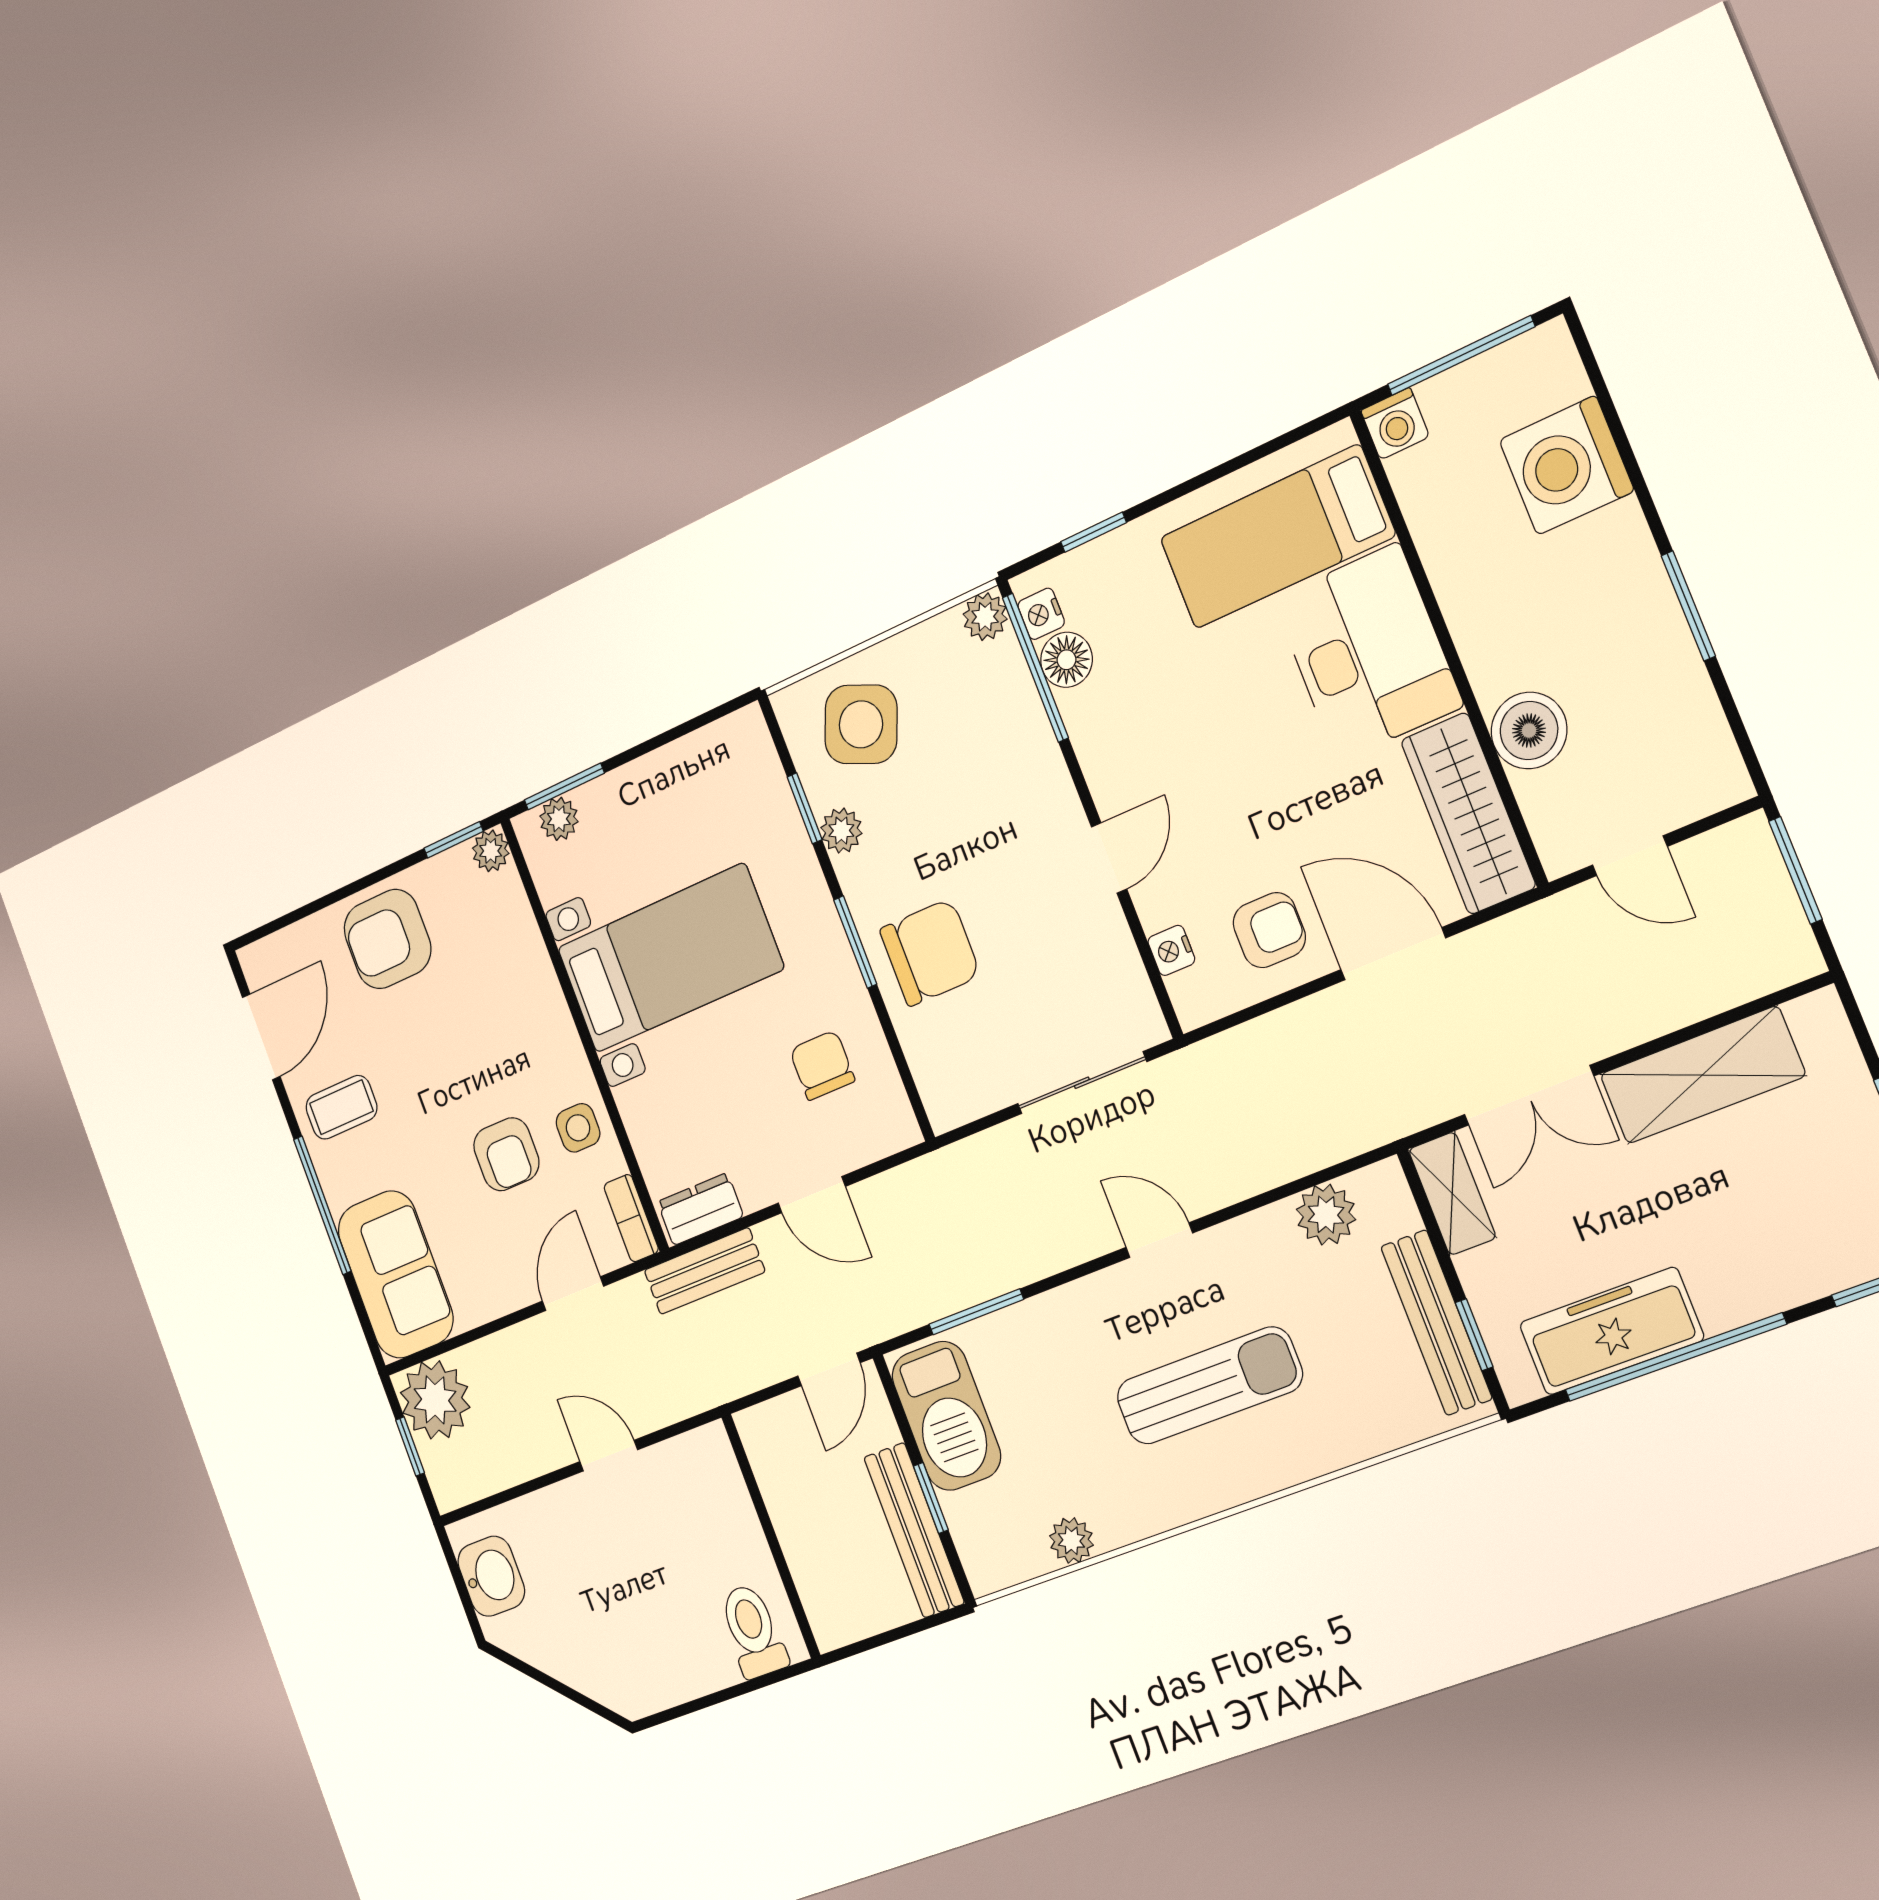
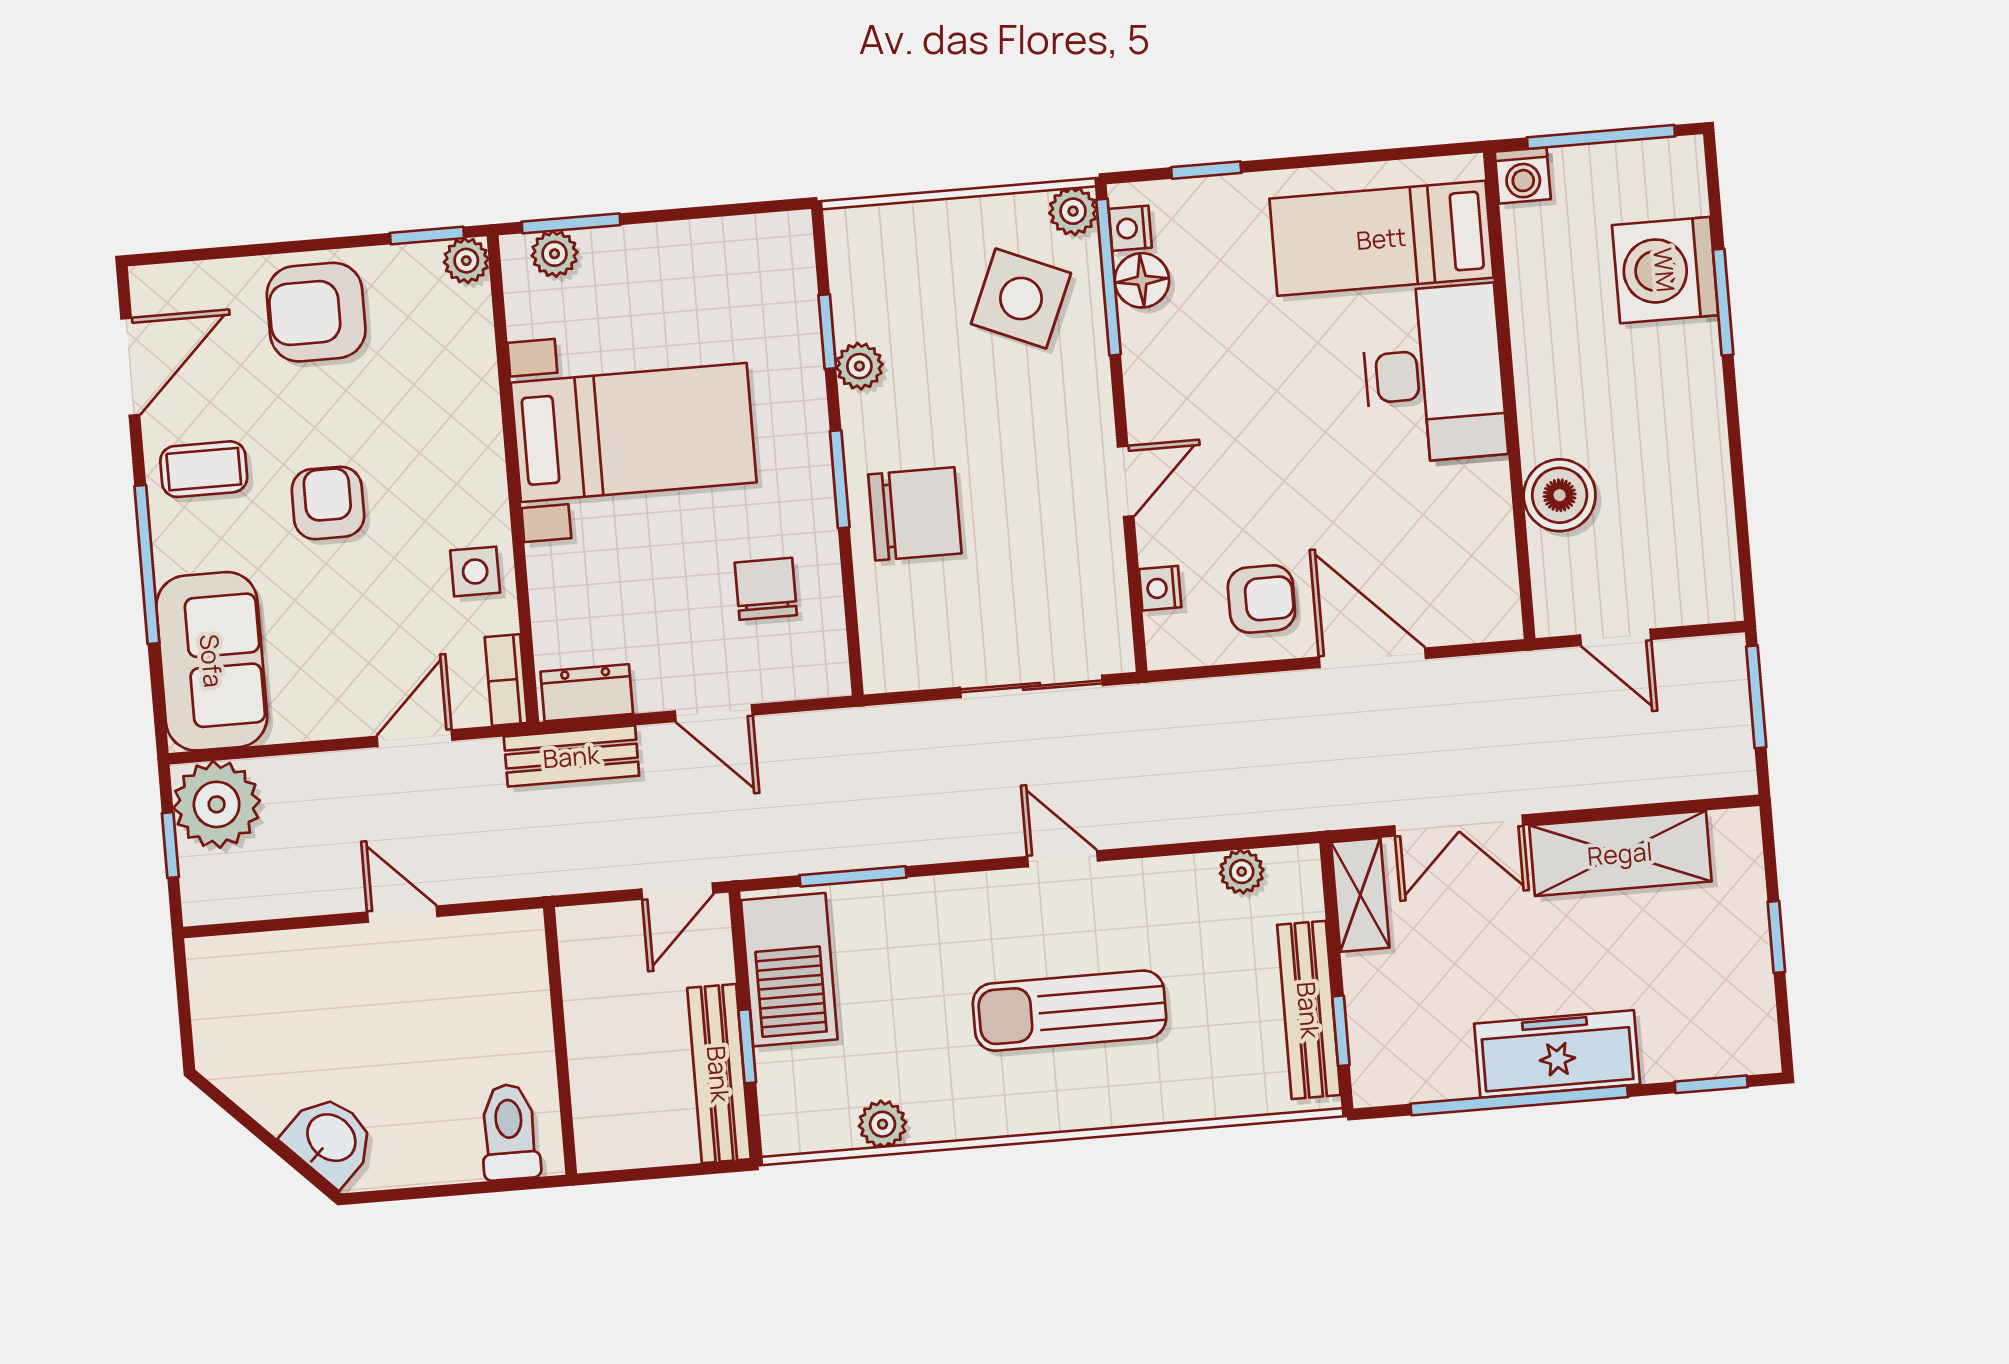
window: (1688, 606) -> (1723, 302), moved
side table: (861, 724) -> (1021, 298), moved
wardrobe: (1468, 813) -> (1481, 552), removed
armchair: (506, 1154) -> (328, 503), moved, turned 180
plant: (1326, 1215) -> (1242, 872), width x0.73, depth x0.73
freezer: (1611, 1331) -> (1557, 1054), moved
sun lounger: (1209, 1386) -> (1069, 1011), turned 180
washbasin: (491, 1576) -> (330, 1139), moved, turned -45

